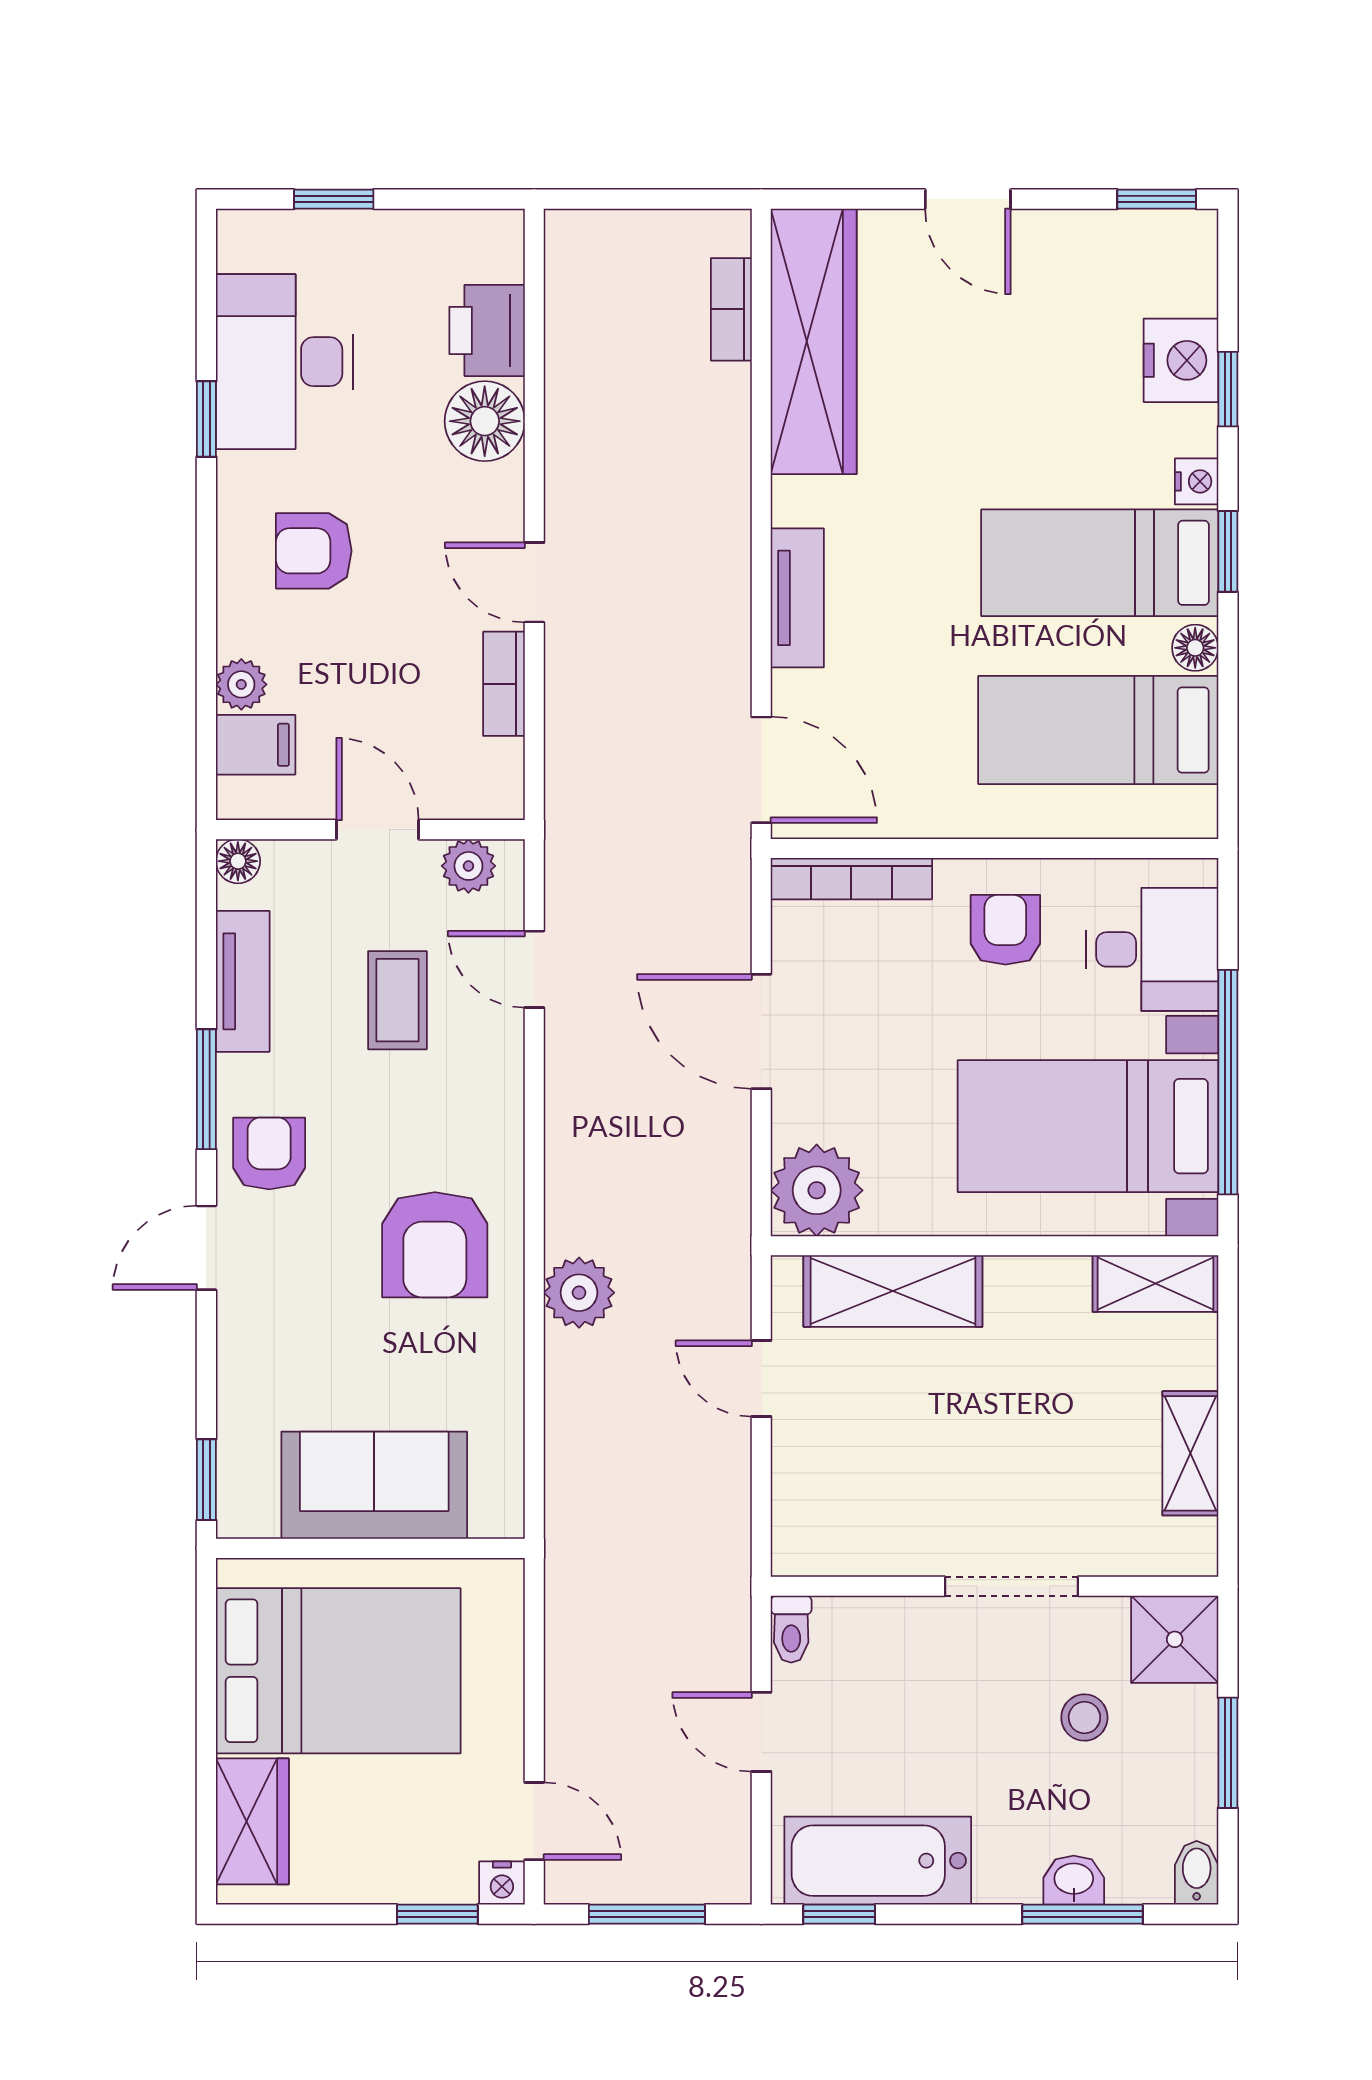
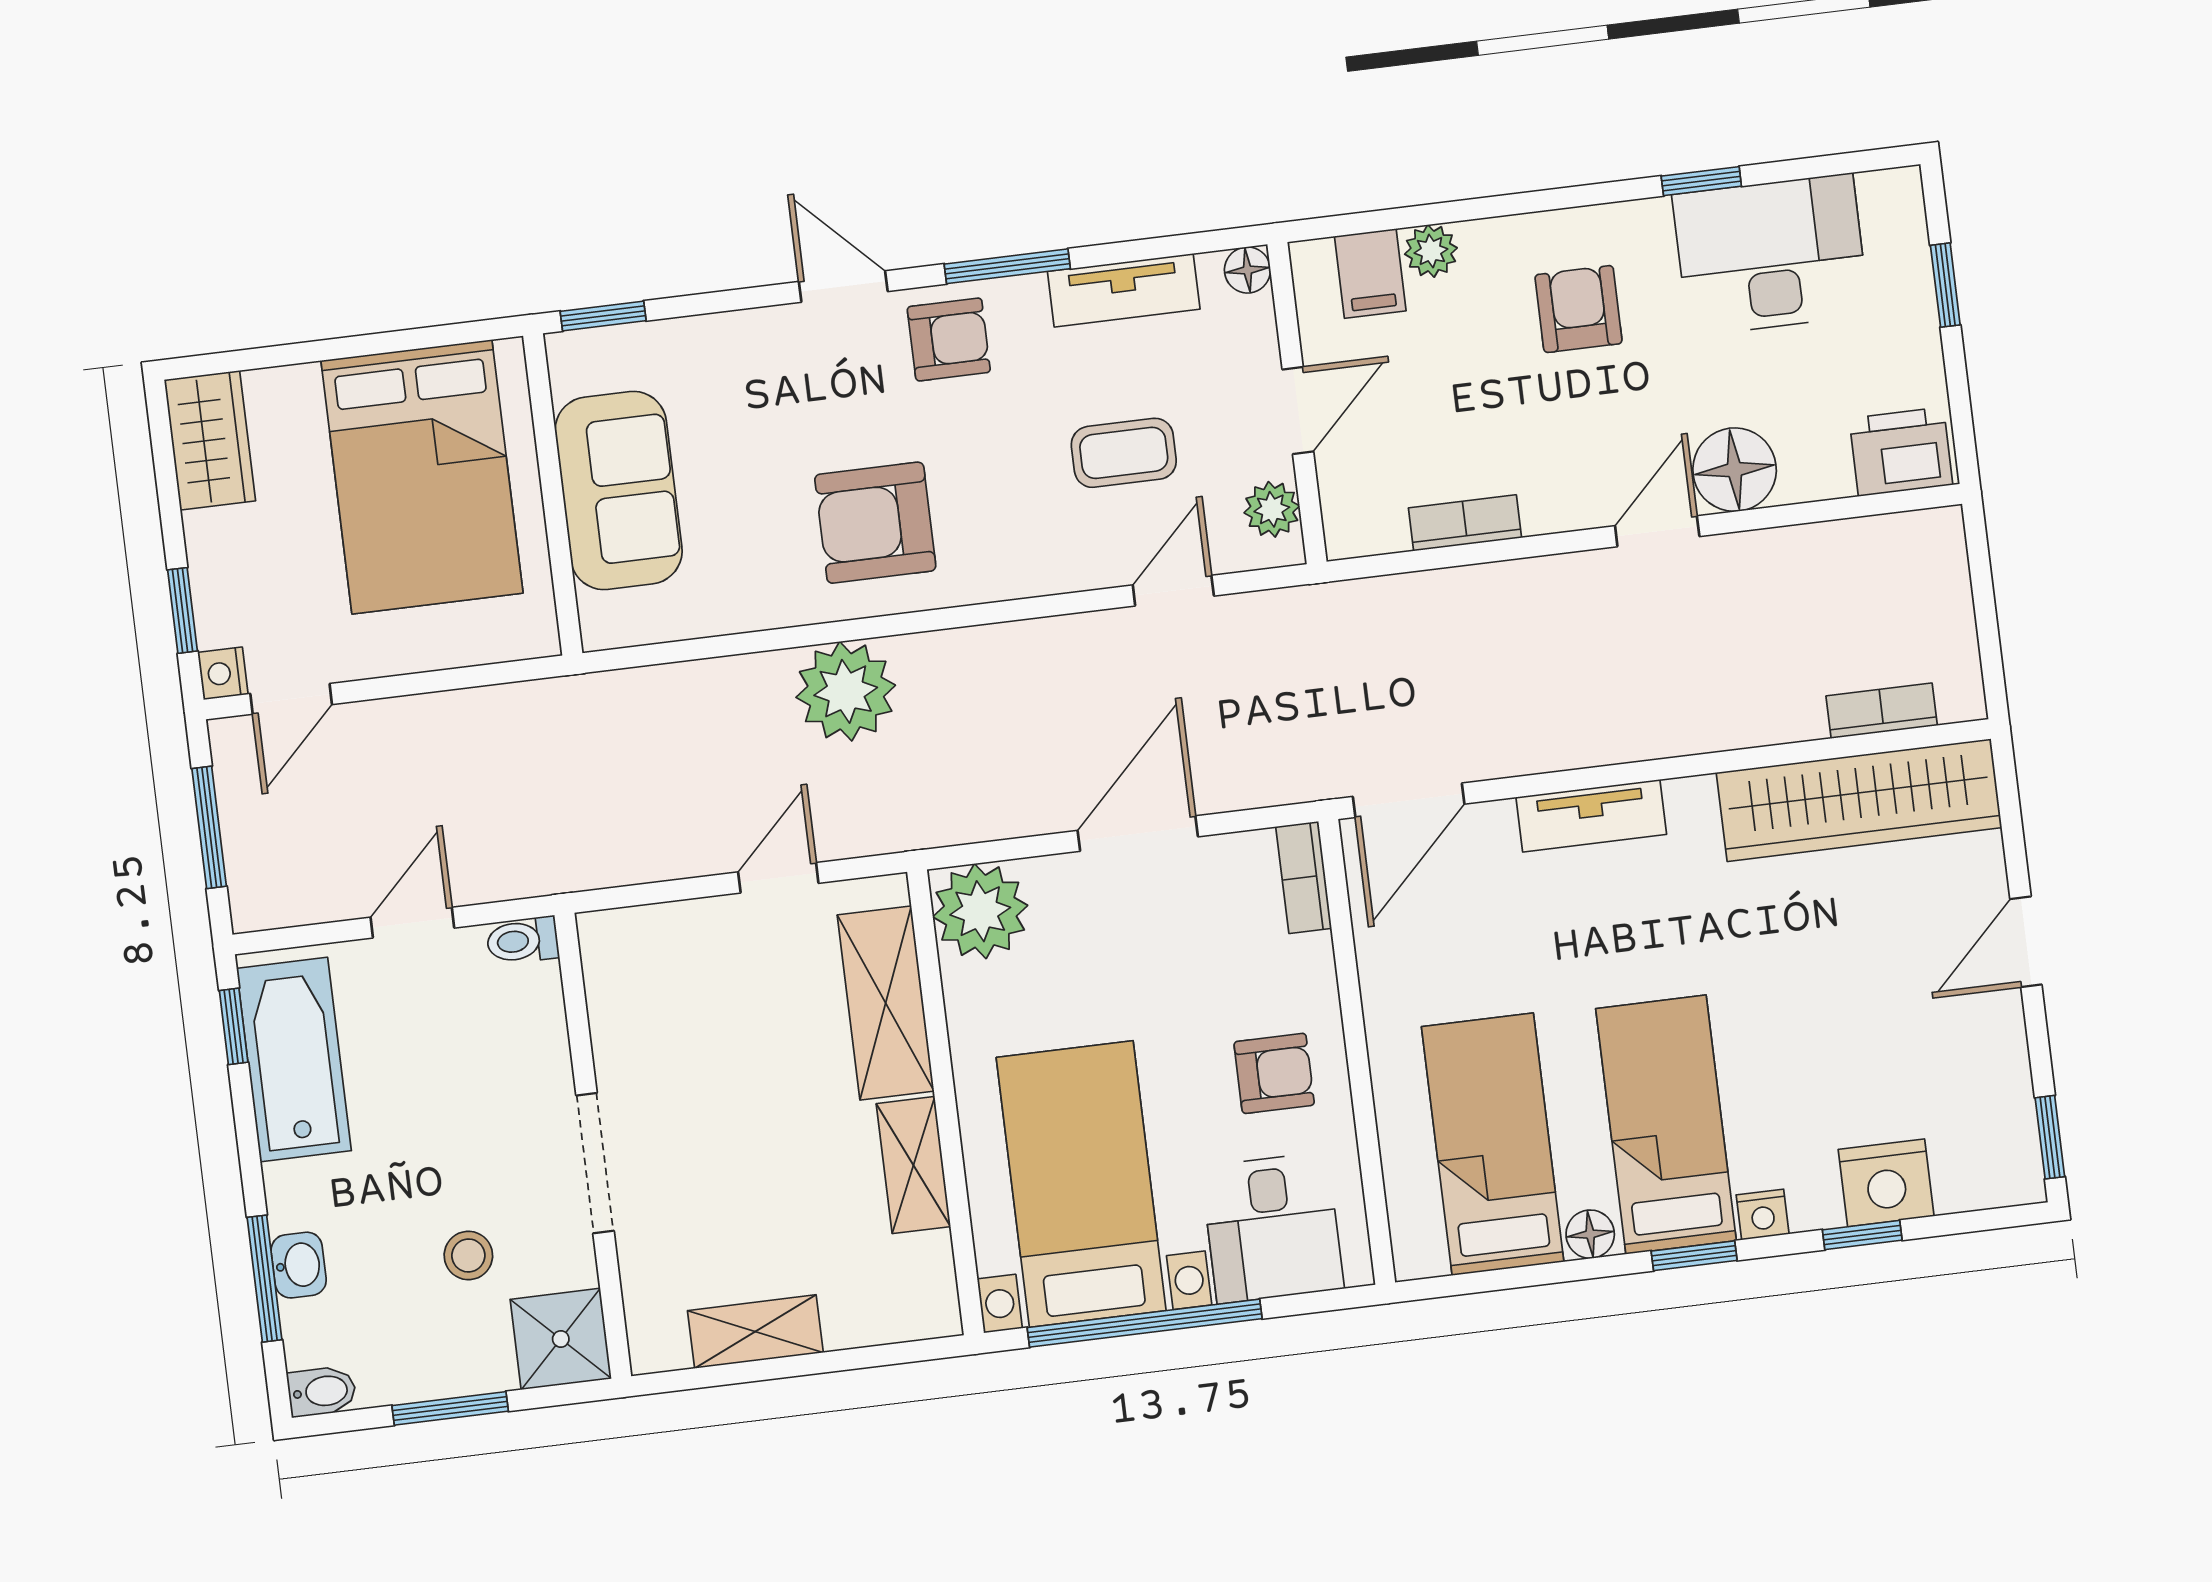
printer: (487, 330) -> (1901, 452), moved
door: (534, 582) -> (1657, 531), moved
bookcase: (851, 879) -> (1304, 877), width x0.64
shelving: (1155, 1283) -> (913, 1165), moved
plant: (579, 1293) -> (846, 691), width x1.36, depth x1.36
wardrobe: (252, 1821) -> (210, 440), moved, turned -90

